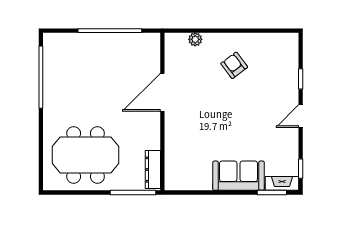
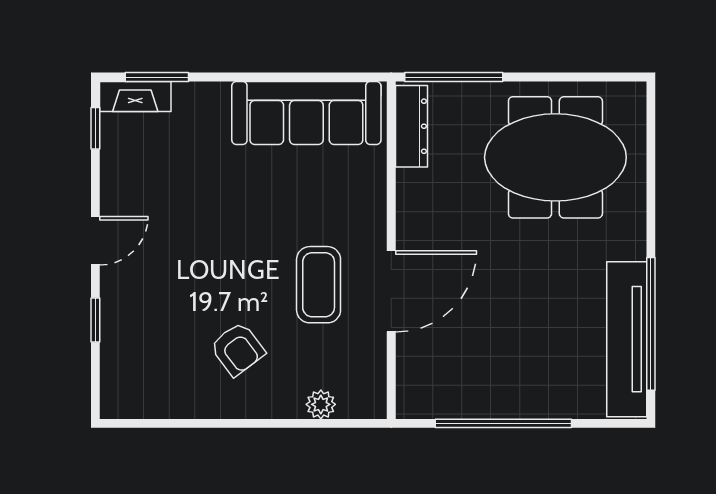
tv unit: (52, 70) -> (627, 339), added
coffee table: (196, 95) -> (319, 285), added
sofa: (238, 176) -> (306, 113), moved, width x1.36

